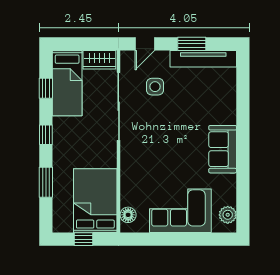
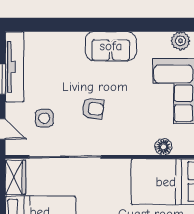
armchair: (164, 132) -> (93, 108), added
floor lamp: (128, 215) -> (163, 147), moved

